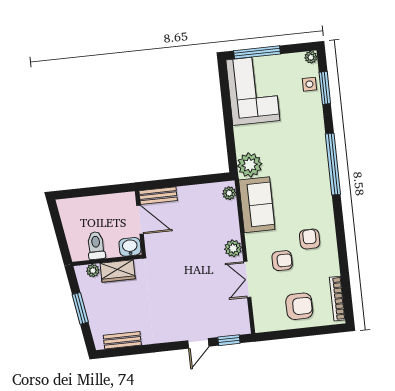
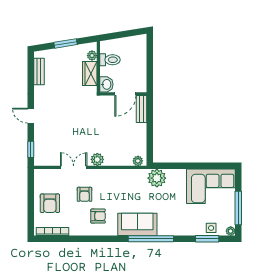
window: (257, 52) -> (238, 208), moved
sofa: (257, 205) -> (137, 224), moved, turned 180
door: (198, 343) -> (31, 116), moved

